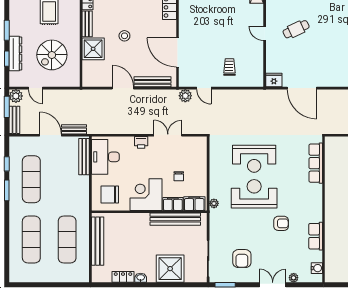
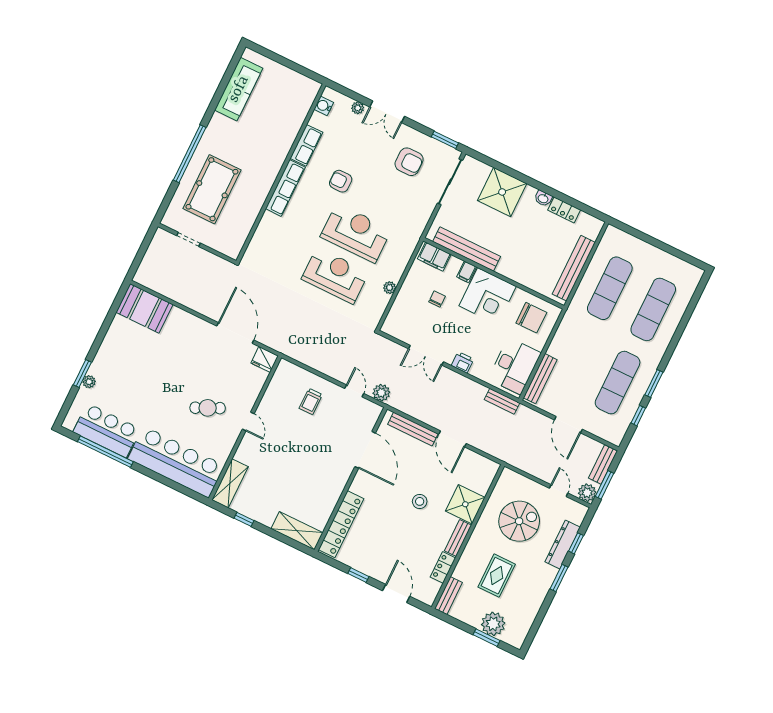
bench: (74, 129) -> (502, 401), moved
row of seats: (316, 163) -> (285, 188), moved
reception desk: (254, 194) -> (356, 233), turned 180
plant: (214, 203) -> (390, 288), moved
filing cabinet: (173, 204) -> (467, 272), width x0.50
armchair: (242, 259) -> (409, 162), turned 90

